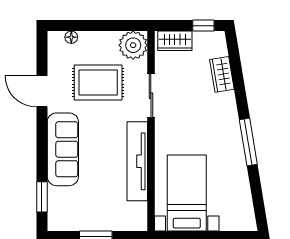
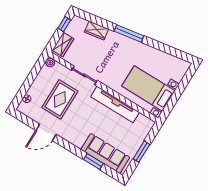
plant: (133, 45) -> (50, 62), width x0.53, depth x0.53
window: (248, 142) -> (129, 34), moved
sofa: (63, 149) -> (105, 153), moved
window: (42, 197) -> (93, 162), moved

